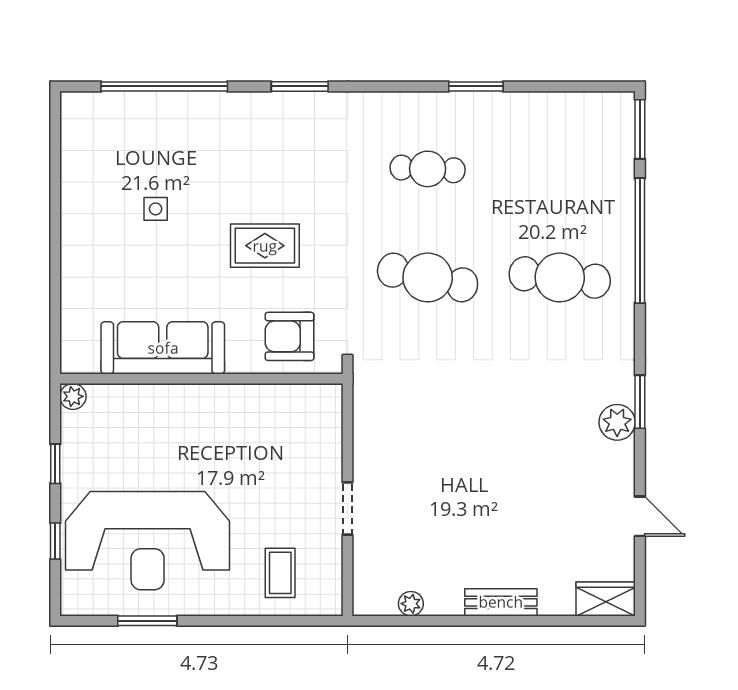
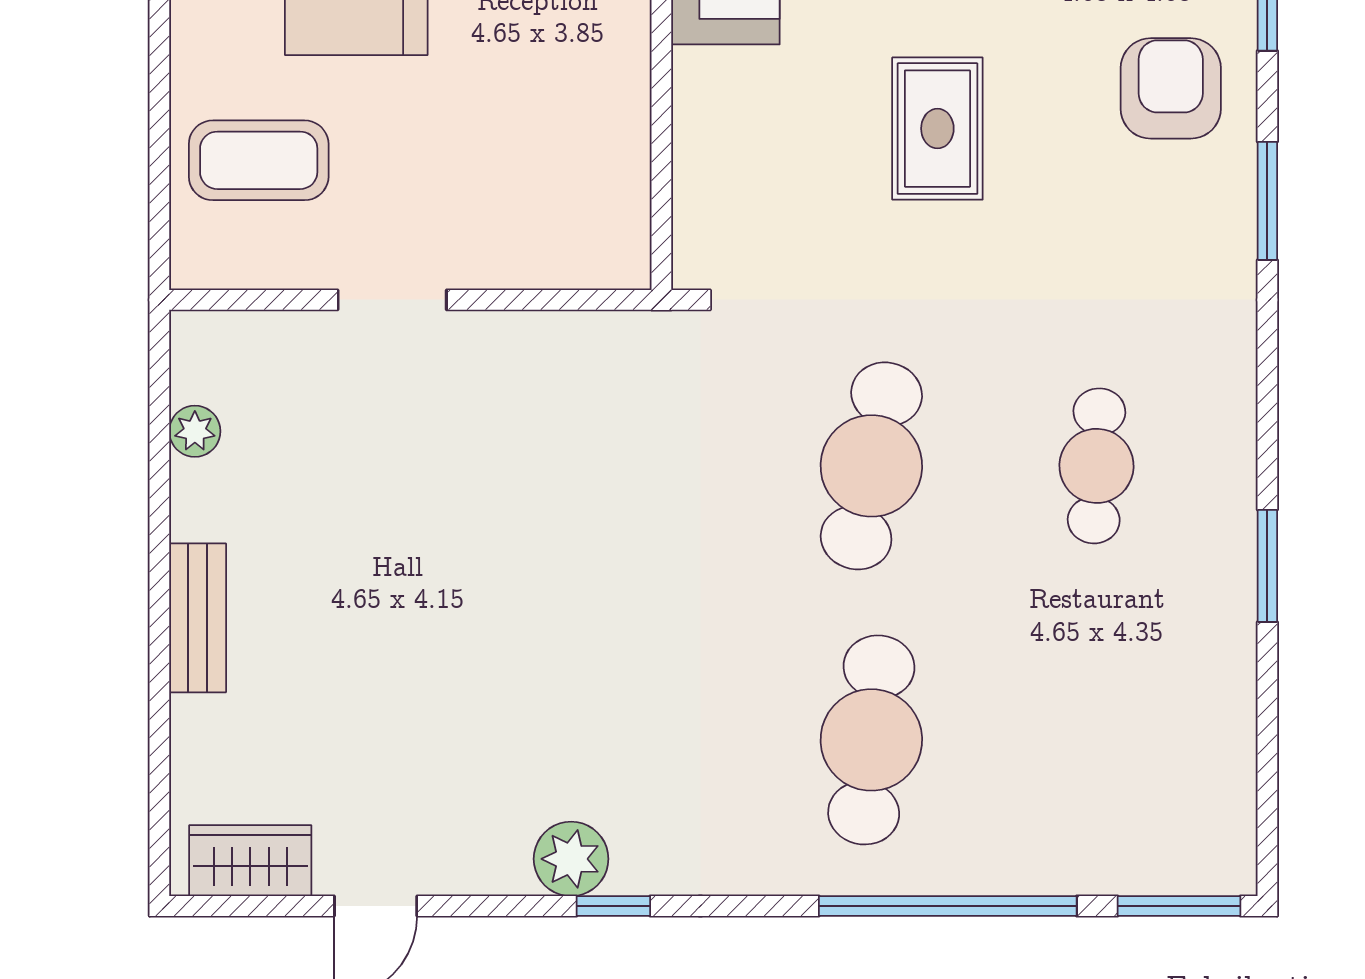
armchair: (290, 336) -> (1171, 88), moved
window: (640, 402) -> (613, 906), width x0.67
coffee table: (280, 573) -> (259, 160), width x1.36, depth x1.30
wardrobe: (606, 599) -> (250, 861), moved, turned -90

